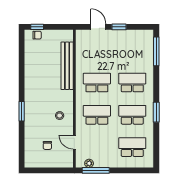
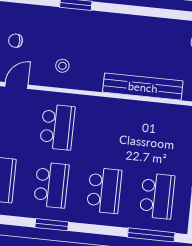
school desk: (97, 82) -> (157, 196), moved

